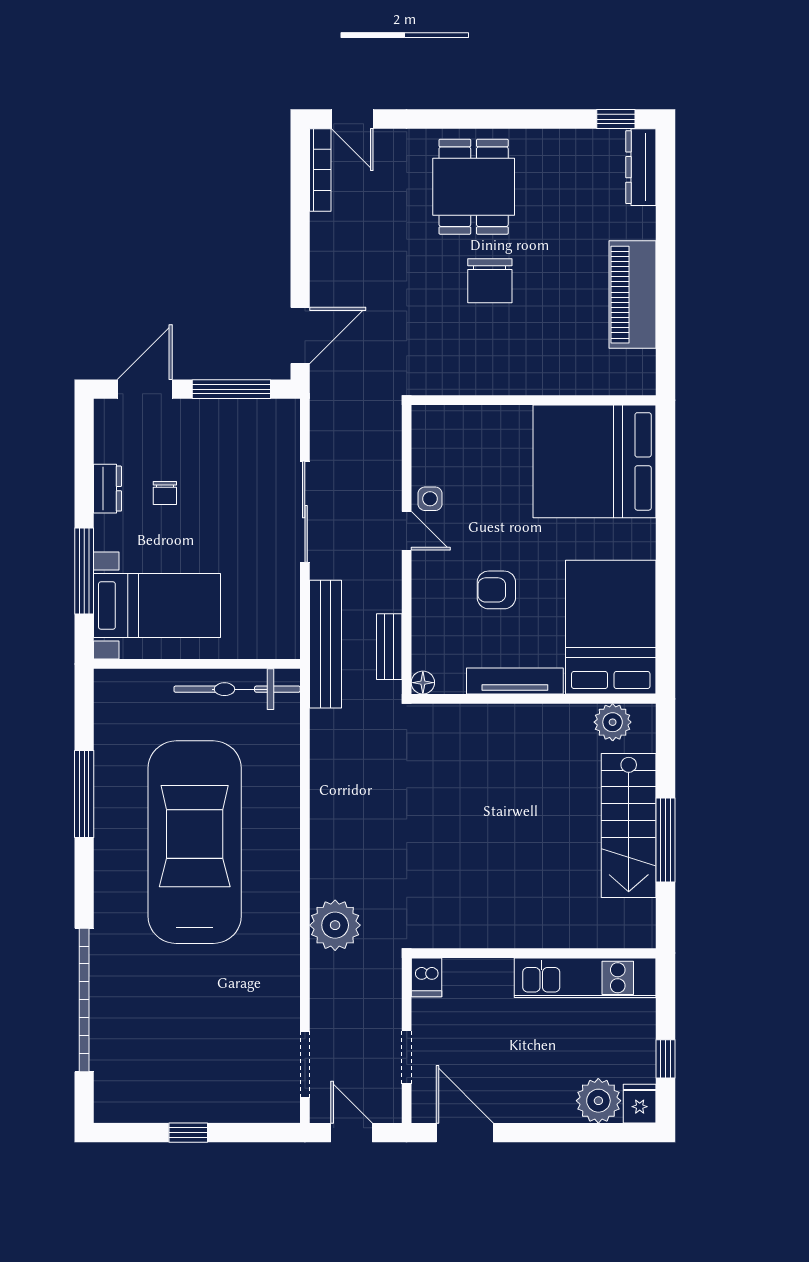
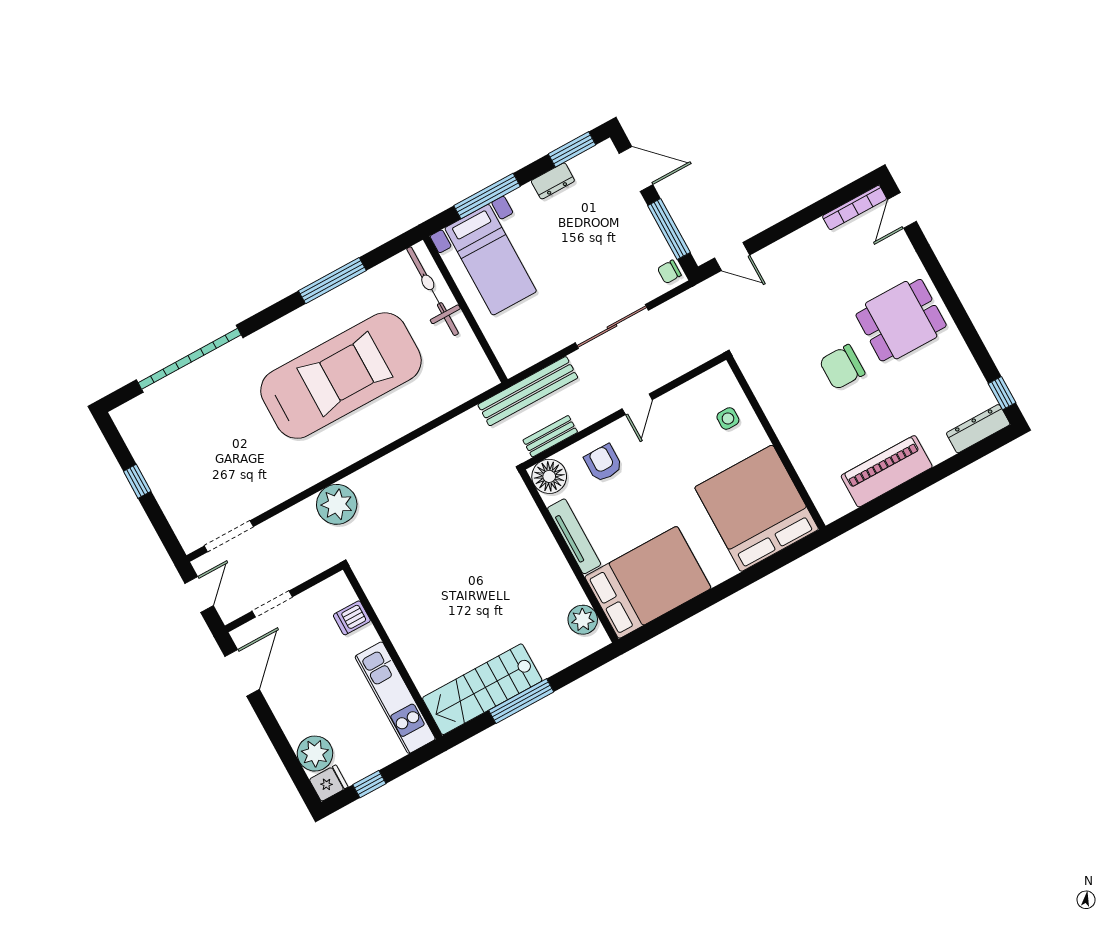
door: (300, 336) -> (732, 256), width x0.73
window: (84, 448) -> (572, 149), added
chair: (165, 493) -> (669, 272), moved
side table: (430, 499) -> (728, 418), moved
armchair: (496, 590) -> (603, 463), moved
floor lamp: (423, 683) -> (549, 476), width x1.89, depth x1.89
bicycle: (237, 689) -> (433, 291), moved
stairs: (629, 825) -> (482, 689), moved
dishwasher: (426, 977) -> (352, 618), moved

